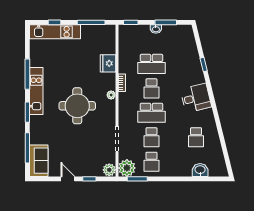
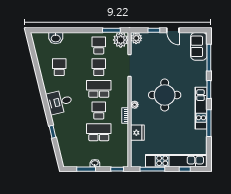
kitchen unit: (55, 32) -> (176, 161), width x1.36

